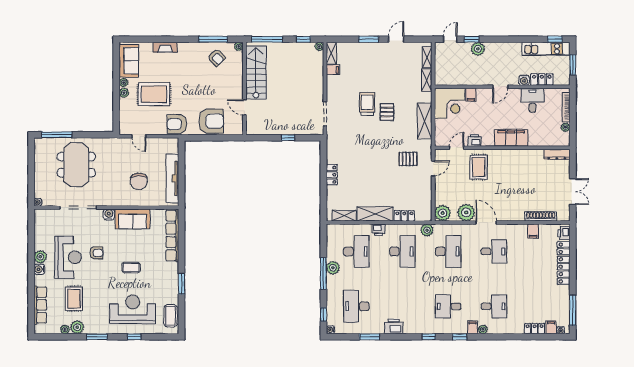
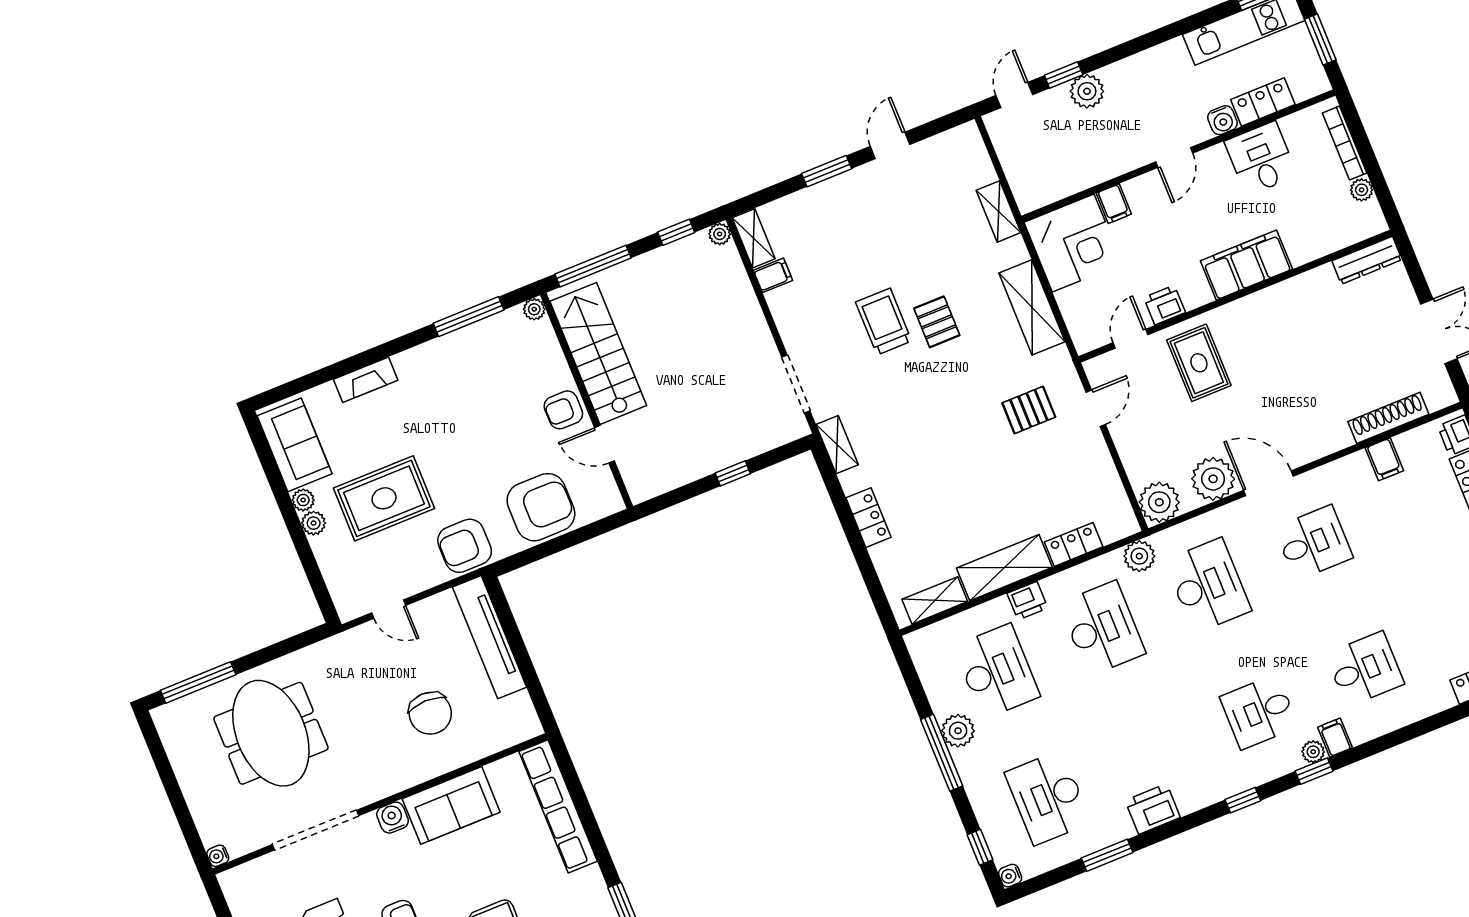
armchair: (216, 57) -> (563, 410), moved, turned 134
shelving: (427, 57) -> (837, 445), moved
tv unit: (172, 178) -> (489, 637), moved
plant: (483, 329) -> (1313, 752), moved

